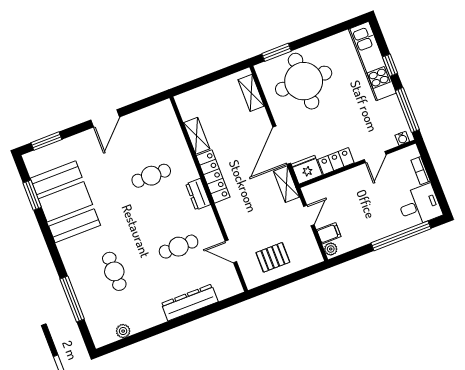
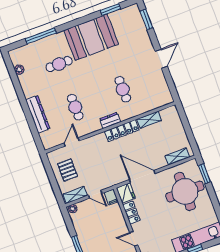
door: (105, 118) -> (161, 59), swing flipped
shelving: (286, 184) -> (75, 195), moved
booth: (65, 202) -> (91, 37), moved
filing cabinet: (329, 233) -> (111, 197), moved

